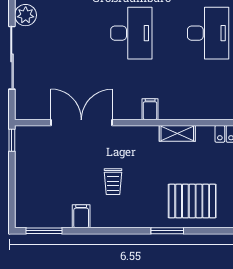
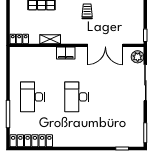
plant: (26, 15) -> (138, 57), moved
filing cabinet: (150, 109) -> (66, 53), width x2.00

